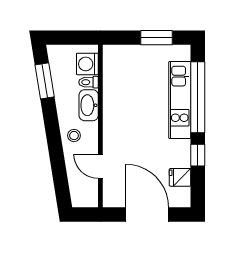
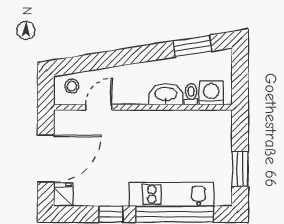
stool: (74, 136) -> (72, 86), moved
fridge: (180, 177) -> (63, 195), moved

